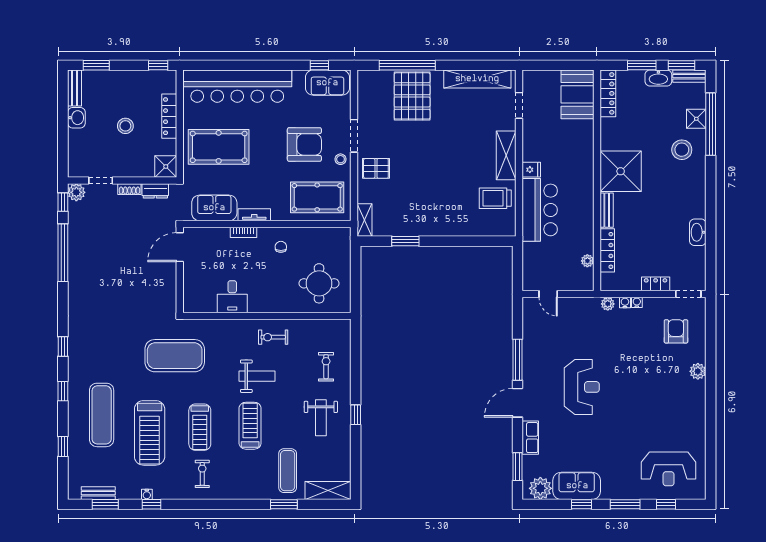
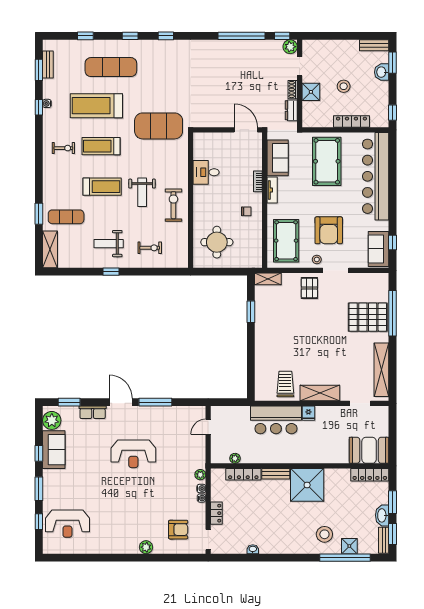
washbasin: (76, 118) -> (382, 72), moved, turned 90
shower: (166, 167) -> (311, 92), moved
washbasin: (698, 232) -> (253, 549), width x0.52, depth x0.69
exercise bike: (273, 337) -> (173, 205), width x1.38, depth x1.39
exercise mat: (175, 356) -> (159, 126), turned 90
reception desk: (669, 469) -> (67, 524), turned -90

